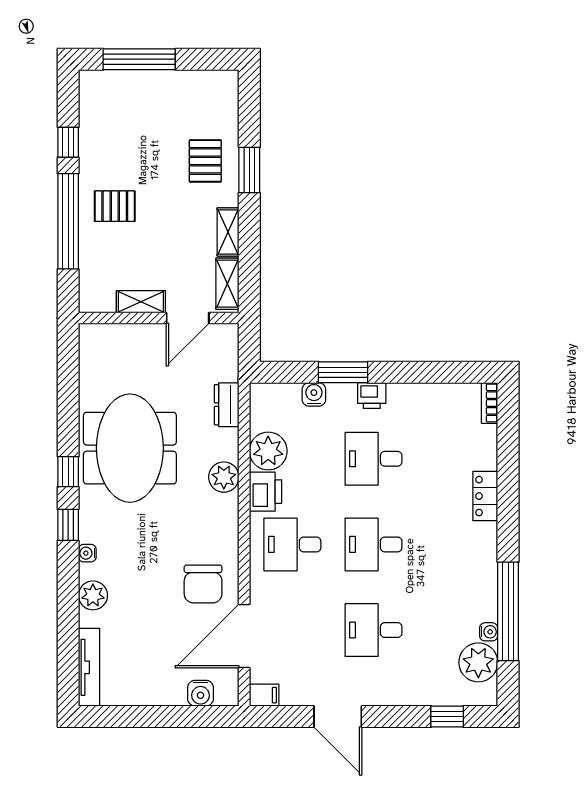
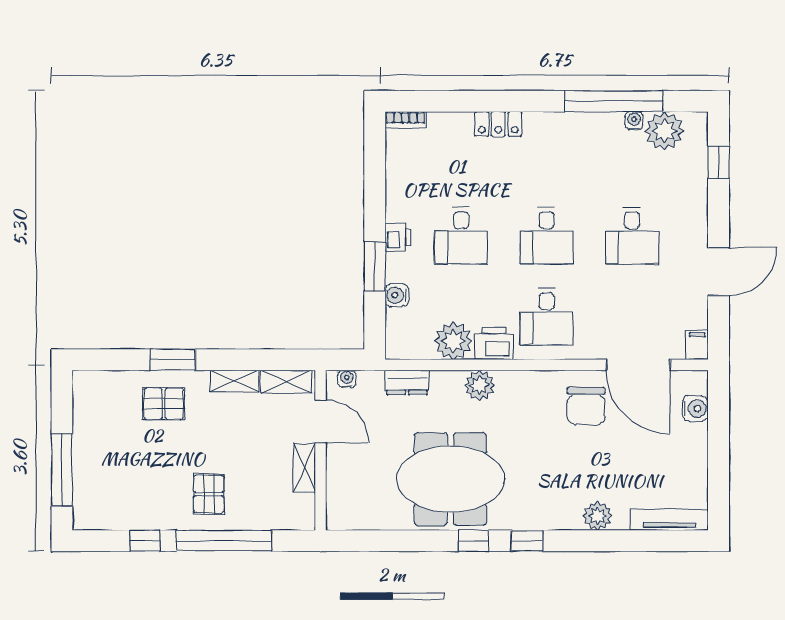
water cooler: (87, 553) -> (347, 379), moved, turned 180
chair: (203, 584) -> (586, 406), turned 90

